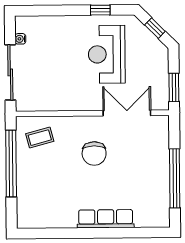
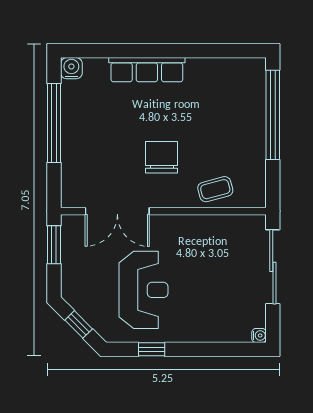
water cooler: (20, 39) -> (259, 335), moved
coffee table: (40, 138) -> (215, 189), moved
window: (11, 164) -> (273, 115), moved
water cooler: (162, 219) -> (71, 68), added

